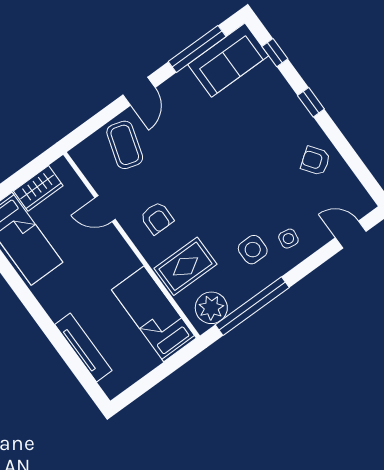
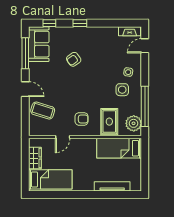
armchair: (315, 161) -> (74, 59), moved
fireplace: (357, 192) -> (130, 31), added

